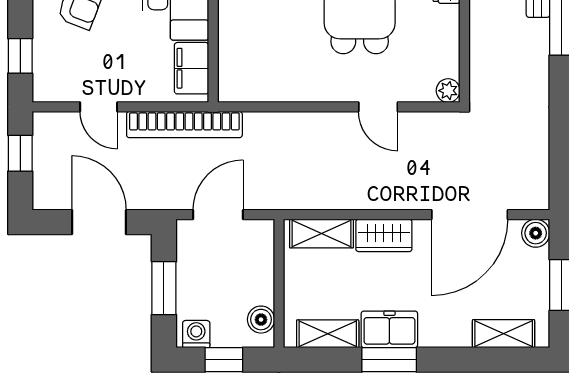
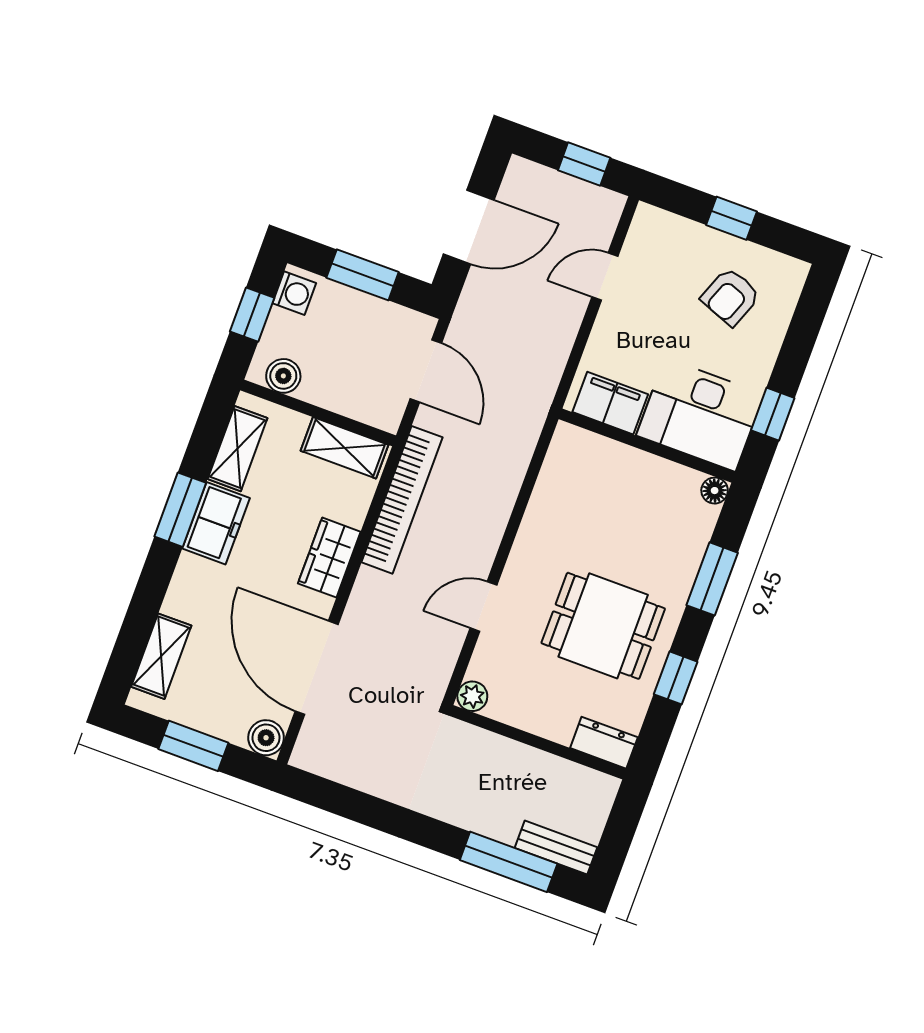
window: (20, 56) -> (732, 218), moved
bookcase: (184, 125) -> (402, 500), moved, turned 180
shelving: (322, 233) -> (344, 448), moved, turned 90

